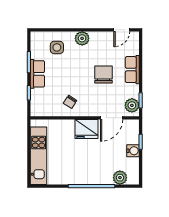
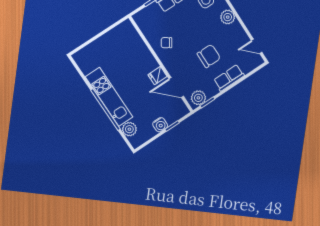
fridge: (86, 129) -> (158, 76), width x0.53, depth x0.75
kitchen unit: (39, 156) -> (109, 97), moved, turned -90

